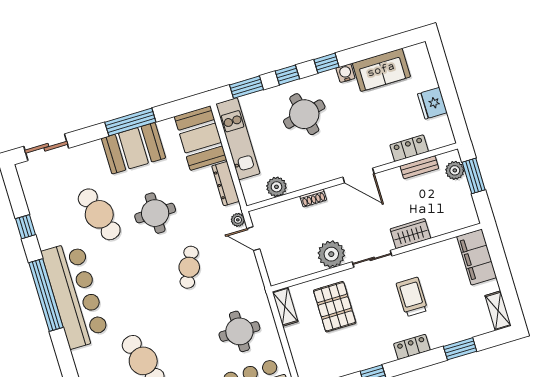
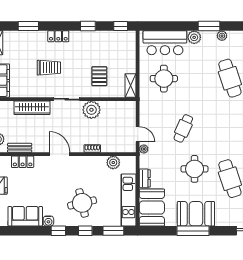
dresser: (225, 184) -> (145, 178), width x0.70
wardrobe: (410, 234) -> (32, 108), width x1.50
trolley: (412, 297) -> (49, 68), turned -90
pallet: (335, 307) -> (99, 76), width x0.67, depth x0.71

